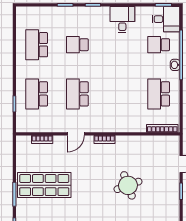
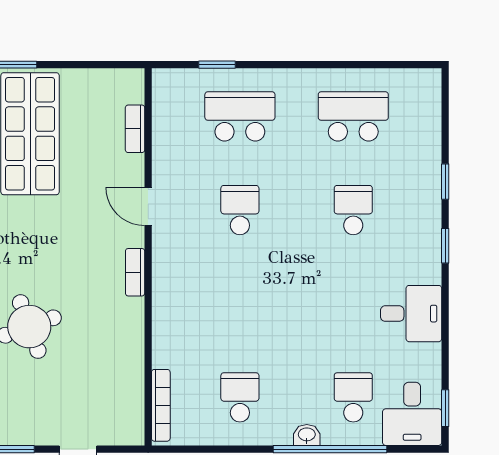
school desk: (77, 94) -> (240, 210), width x0.54
school desk: (159, 94) -> (240, 397), width x0.54

